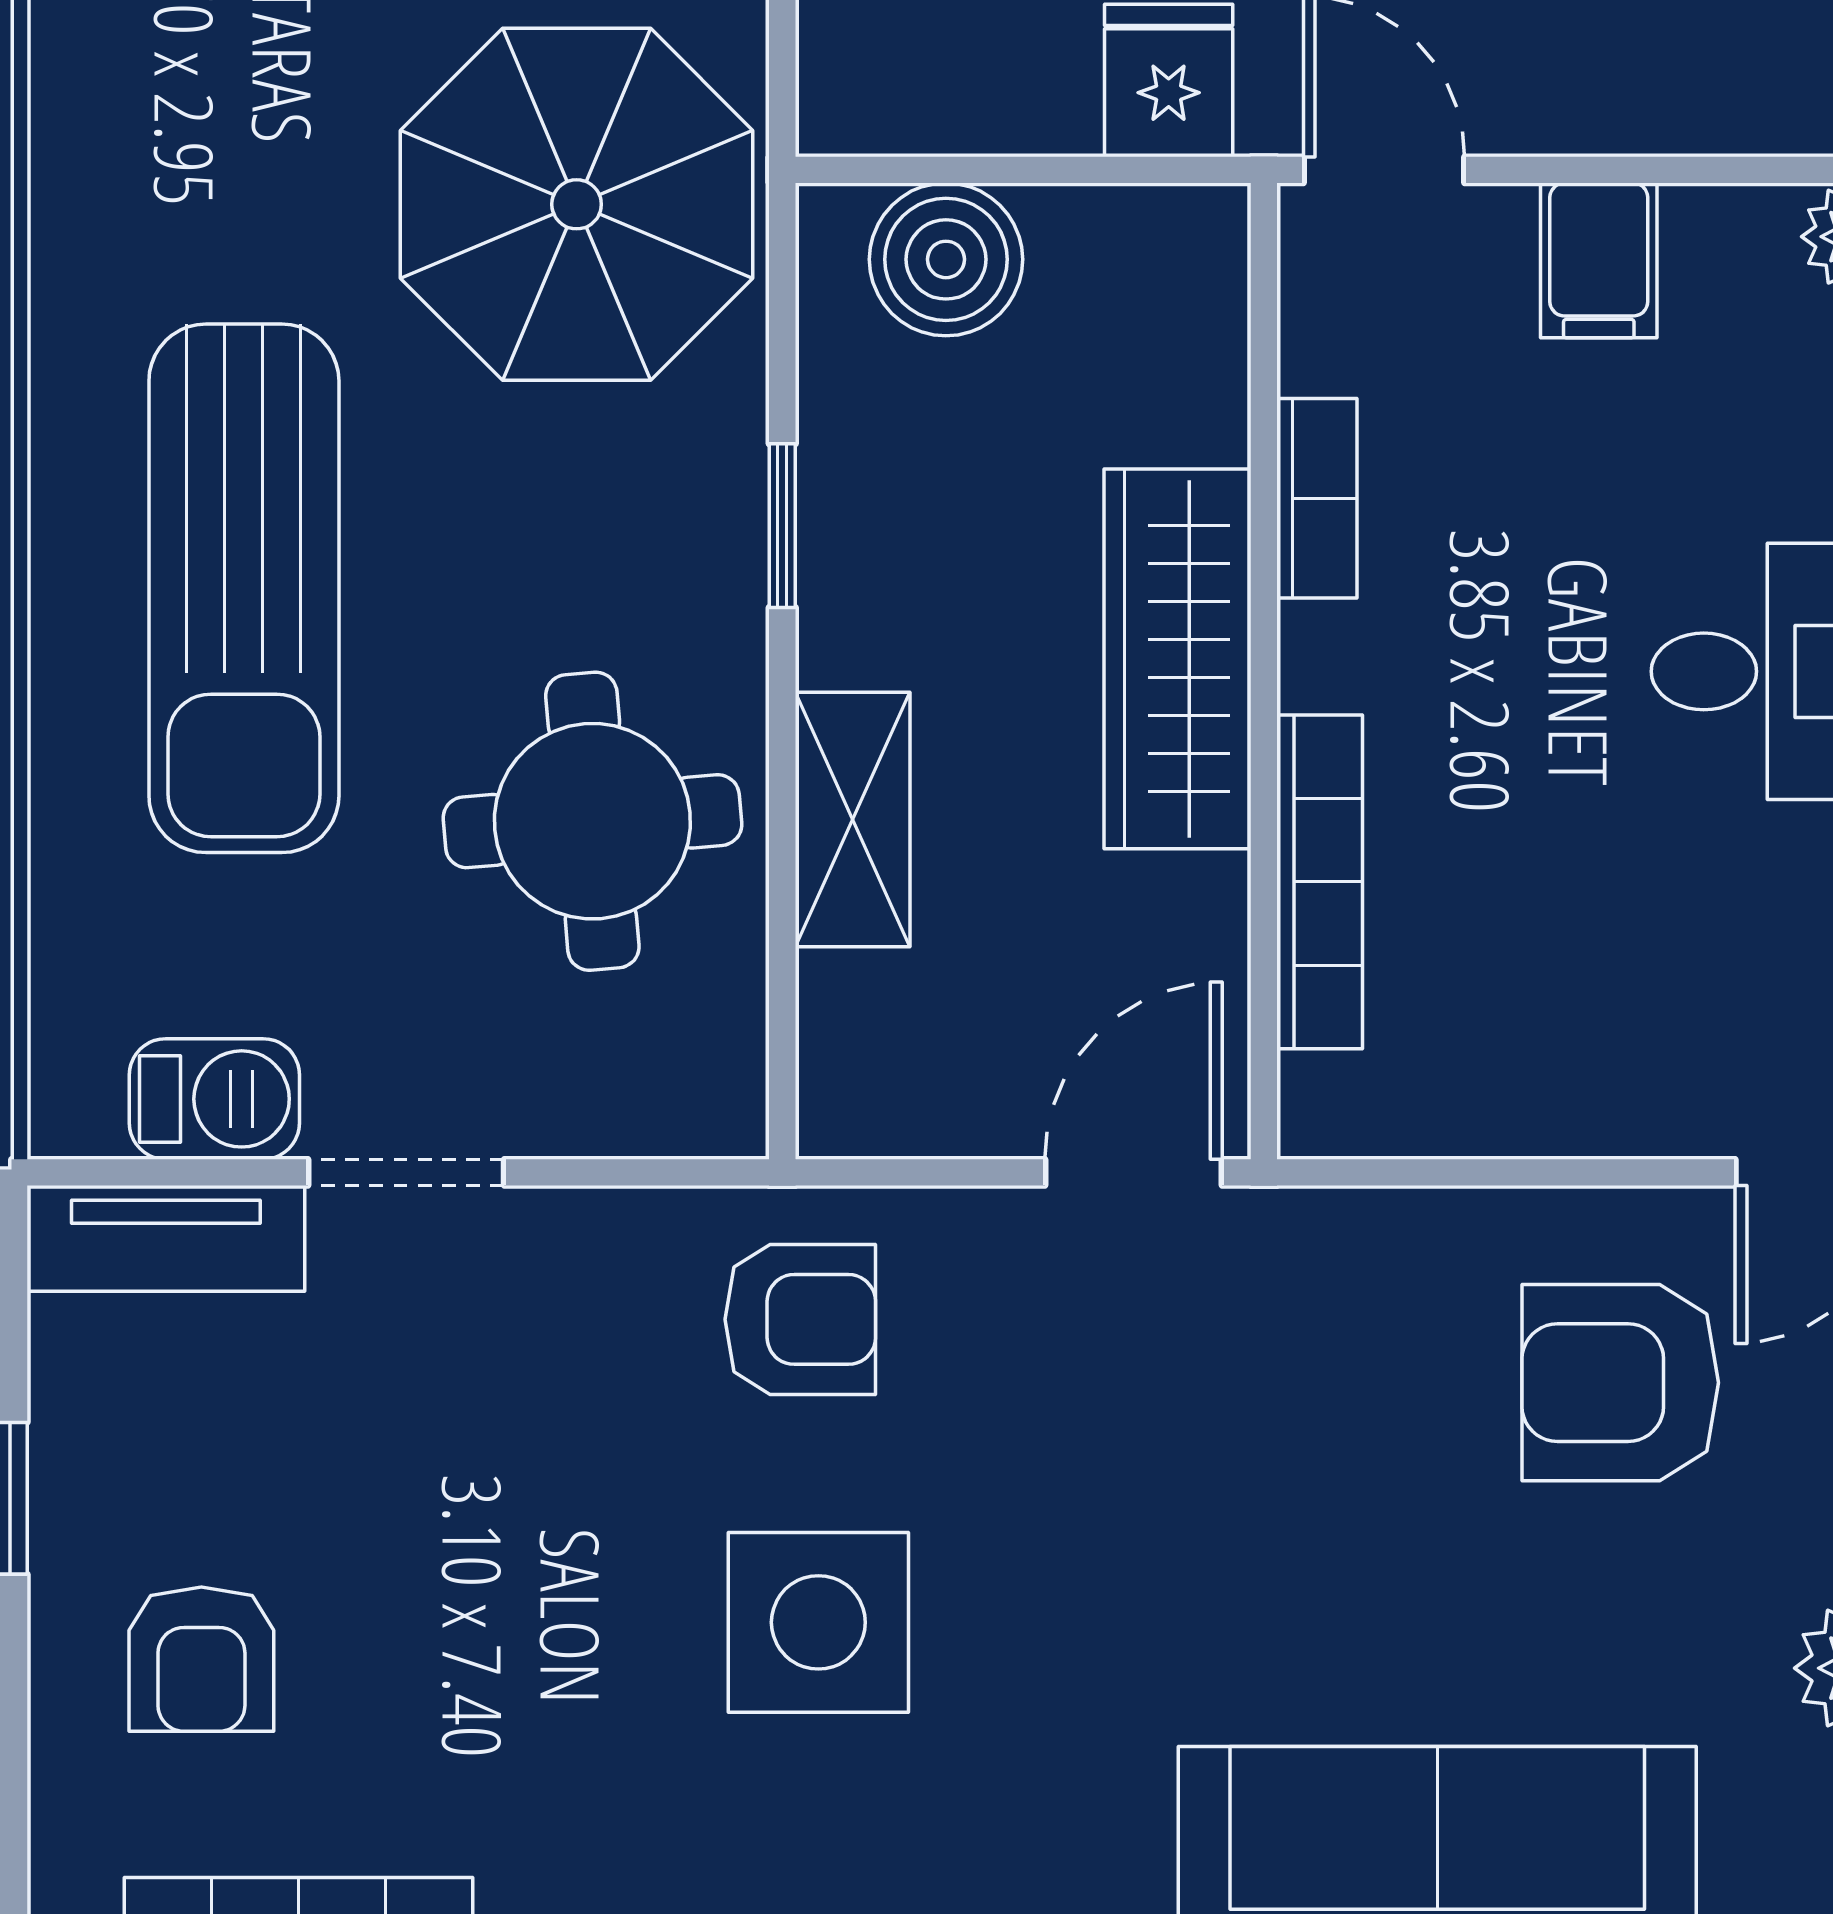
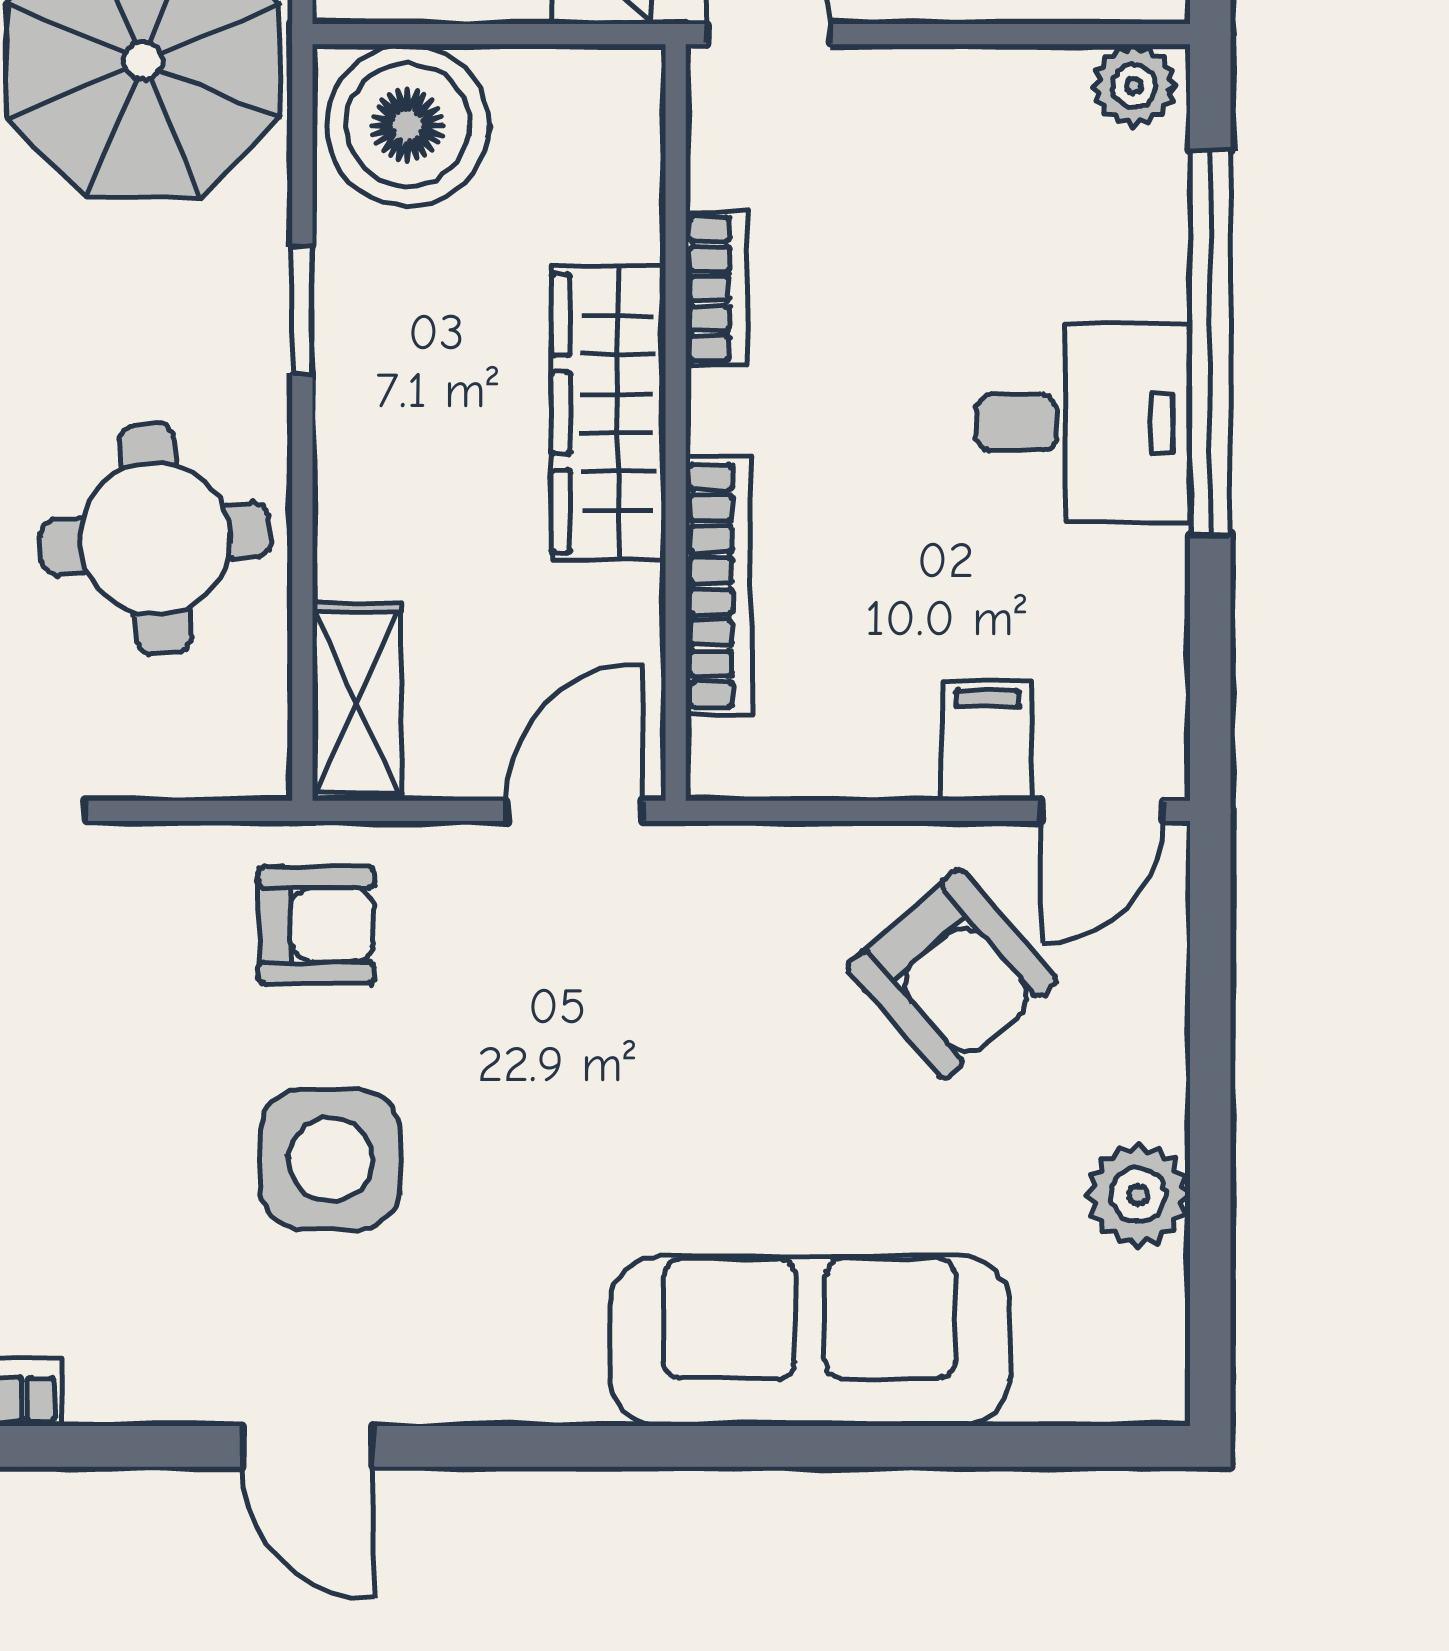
boiler: (946, 259) -> (408, 125), width x1.37, depth x1.37
filing cabinet: (1599, 260) -> (987, 741), moved, turned 180
shelving: (853, 819) -> (357, 702), moved
armchair: (1620, 1383) -> (952, 974), turned -131

